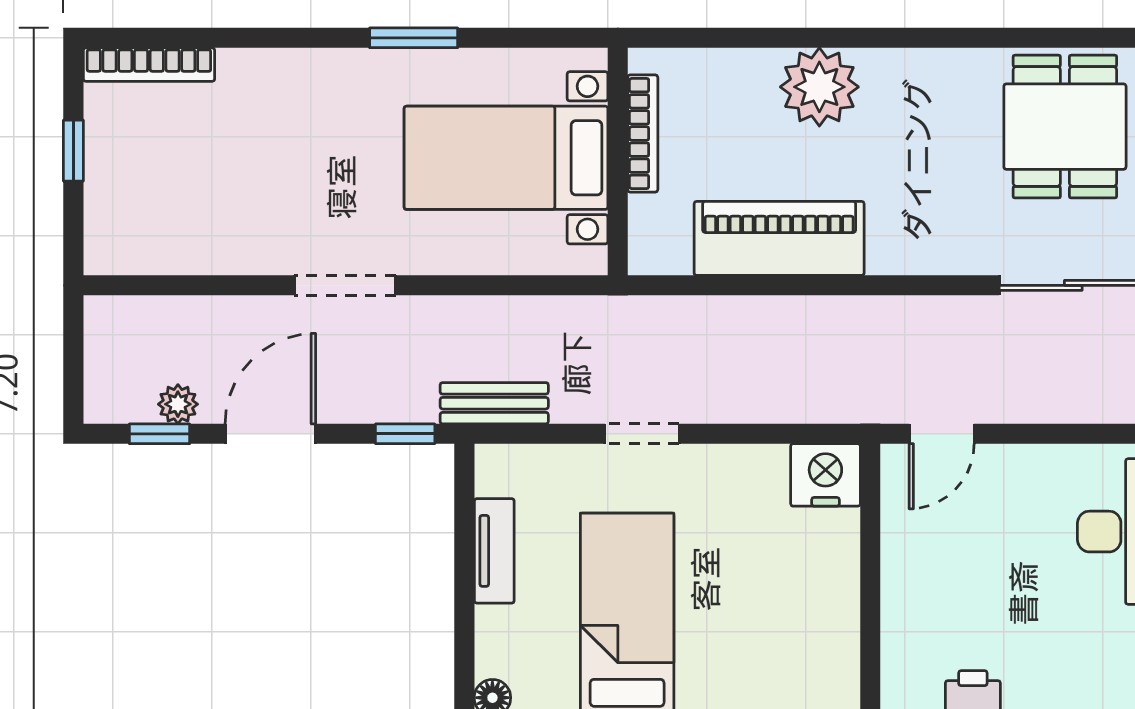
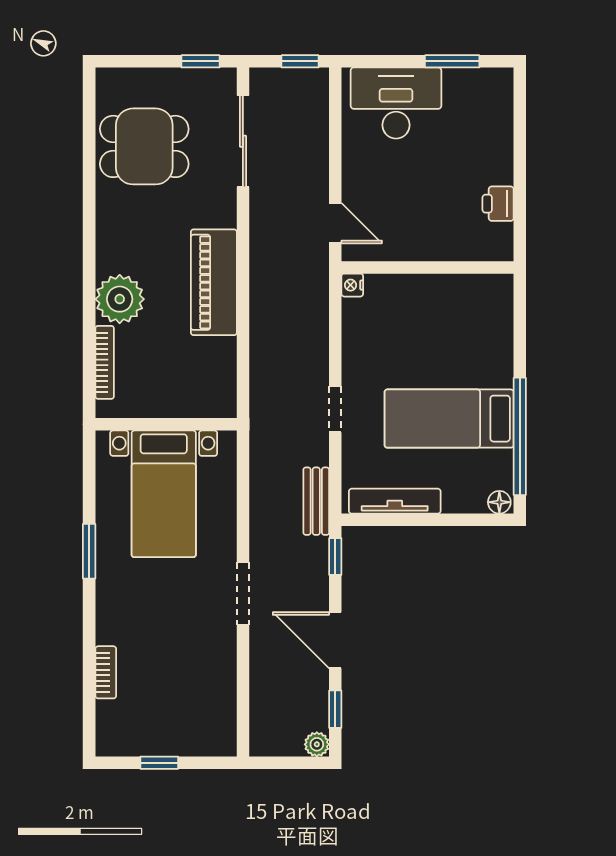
bookcase: (149, 65) -> (106, 672), moved, width x0.64
bookcase: (643, 134) -> (105, 362), moved, turned 90
piano: (779, 238) -> (214, 282), moved
plant: (178, 404) -> (317, 744), moved
nightstand: (825, 475) -> (352, 285), width x0.53, depth x0.56
tv unit: (494, 551) -> (395, 501), width x1.41

